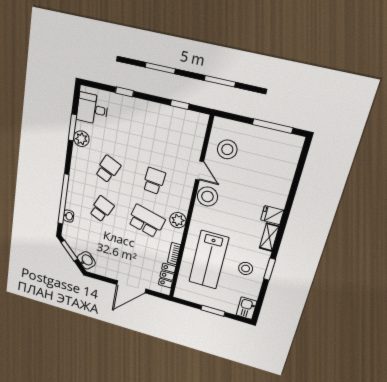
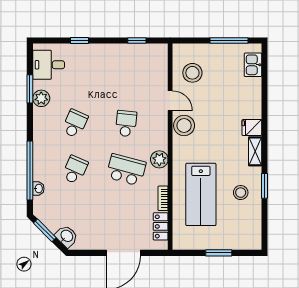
kitchen sink: (246, 308) -> (253, 65), moved

